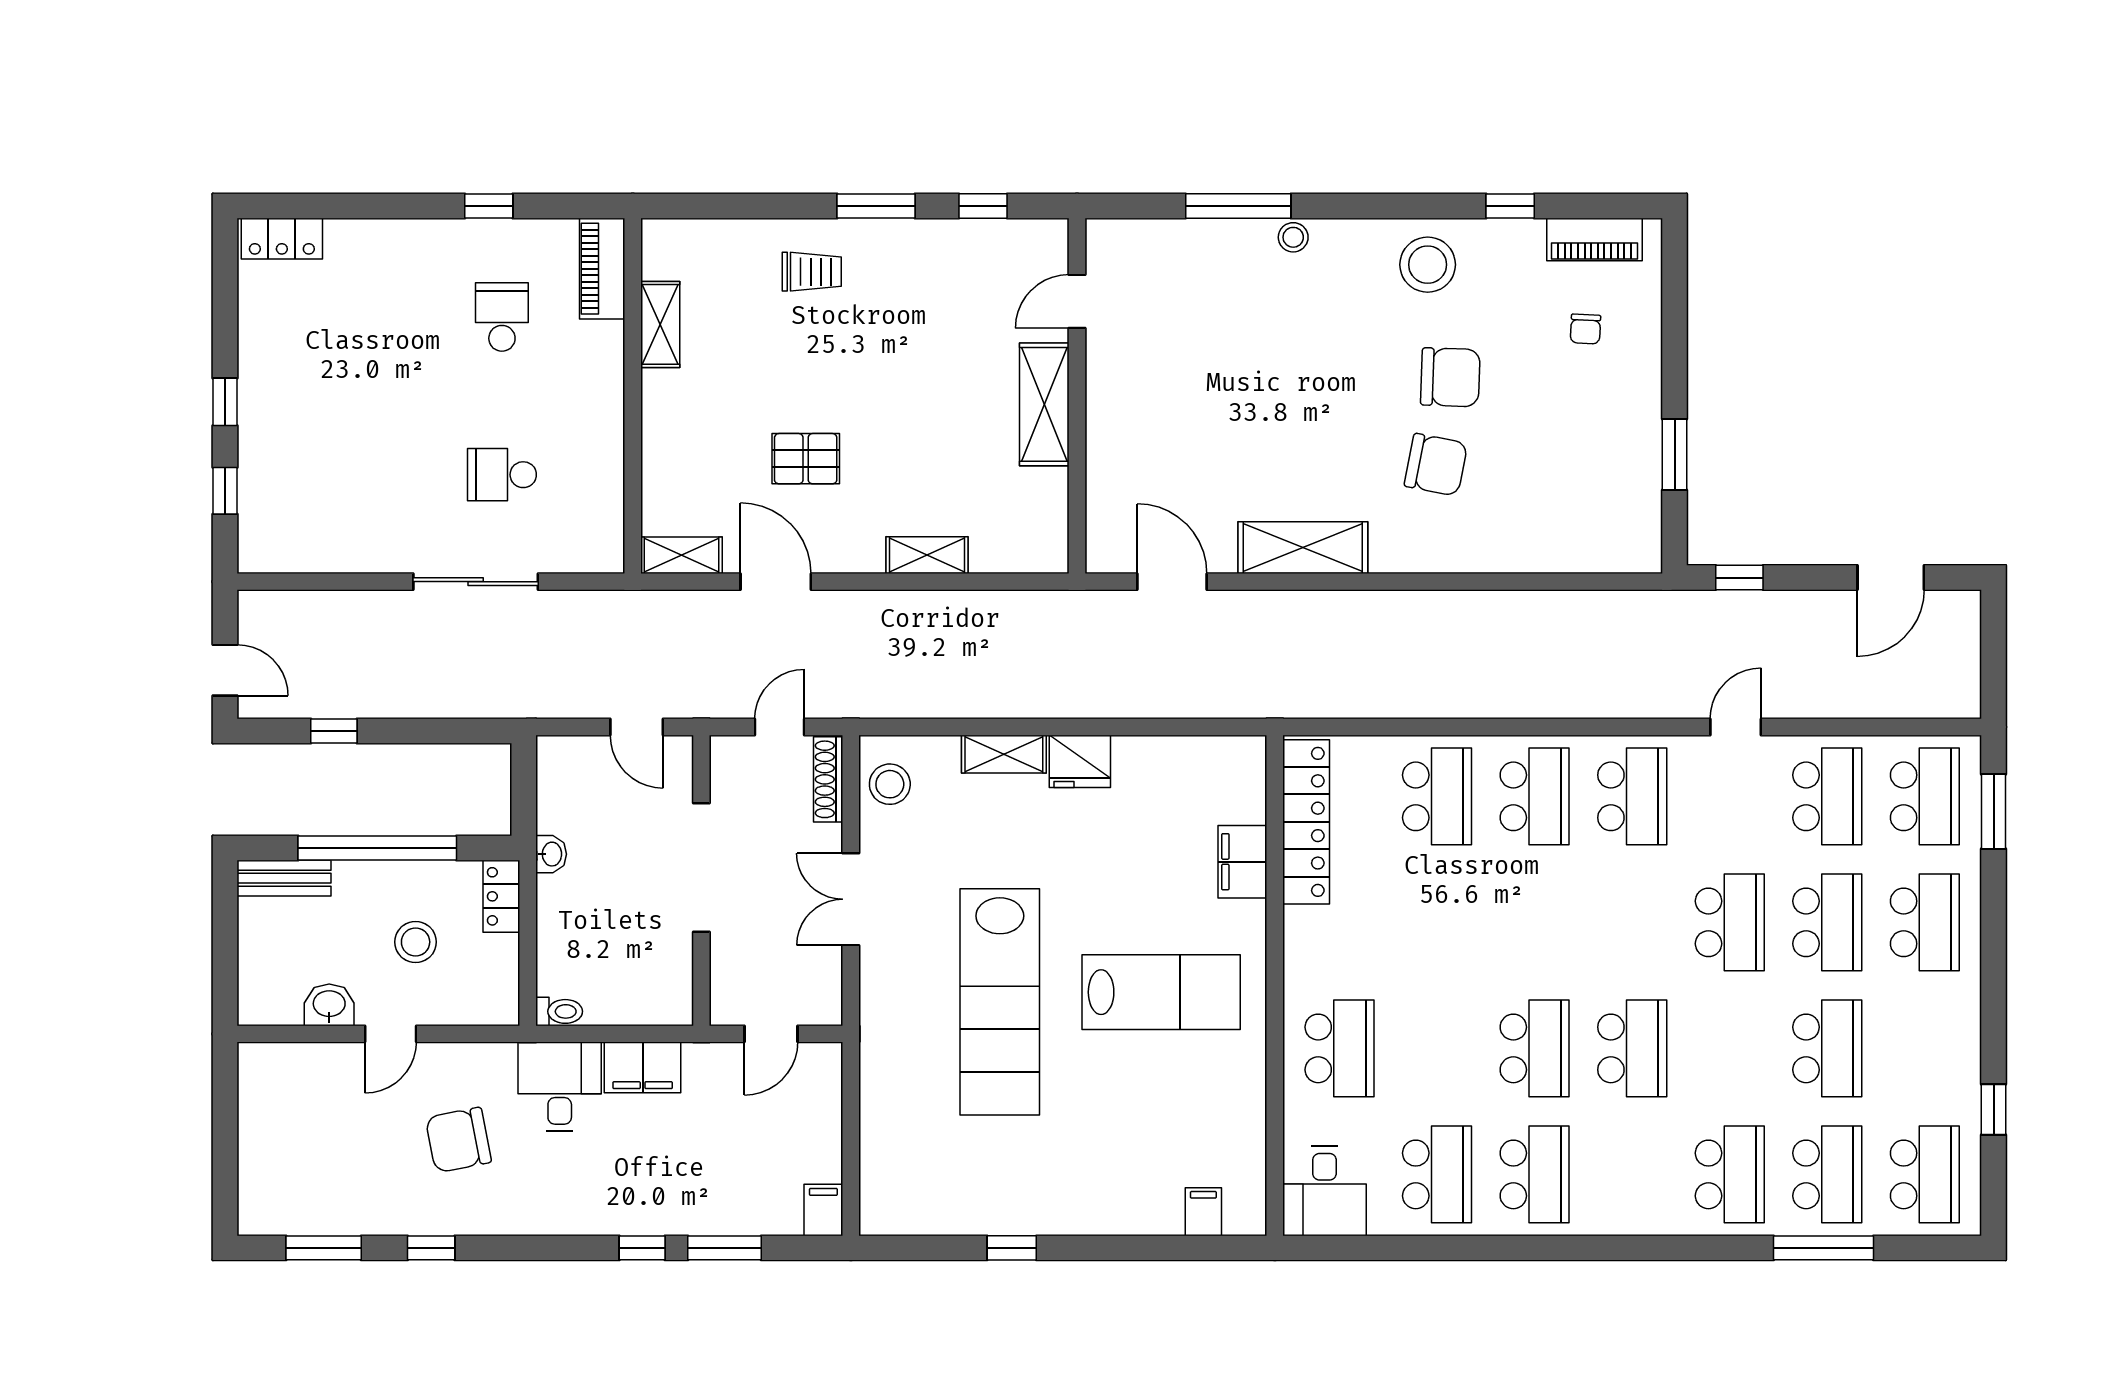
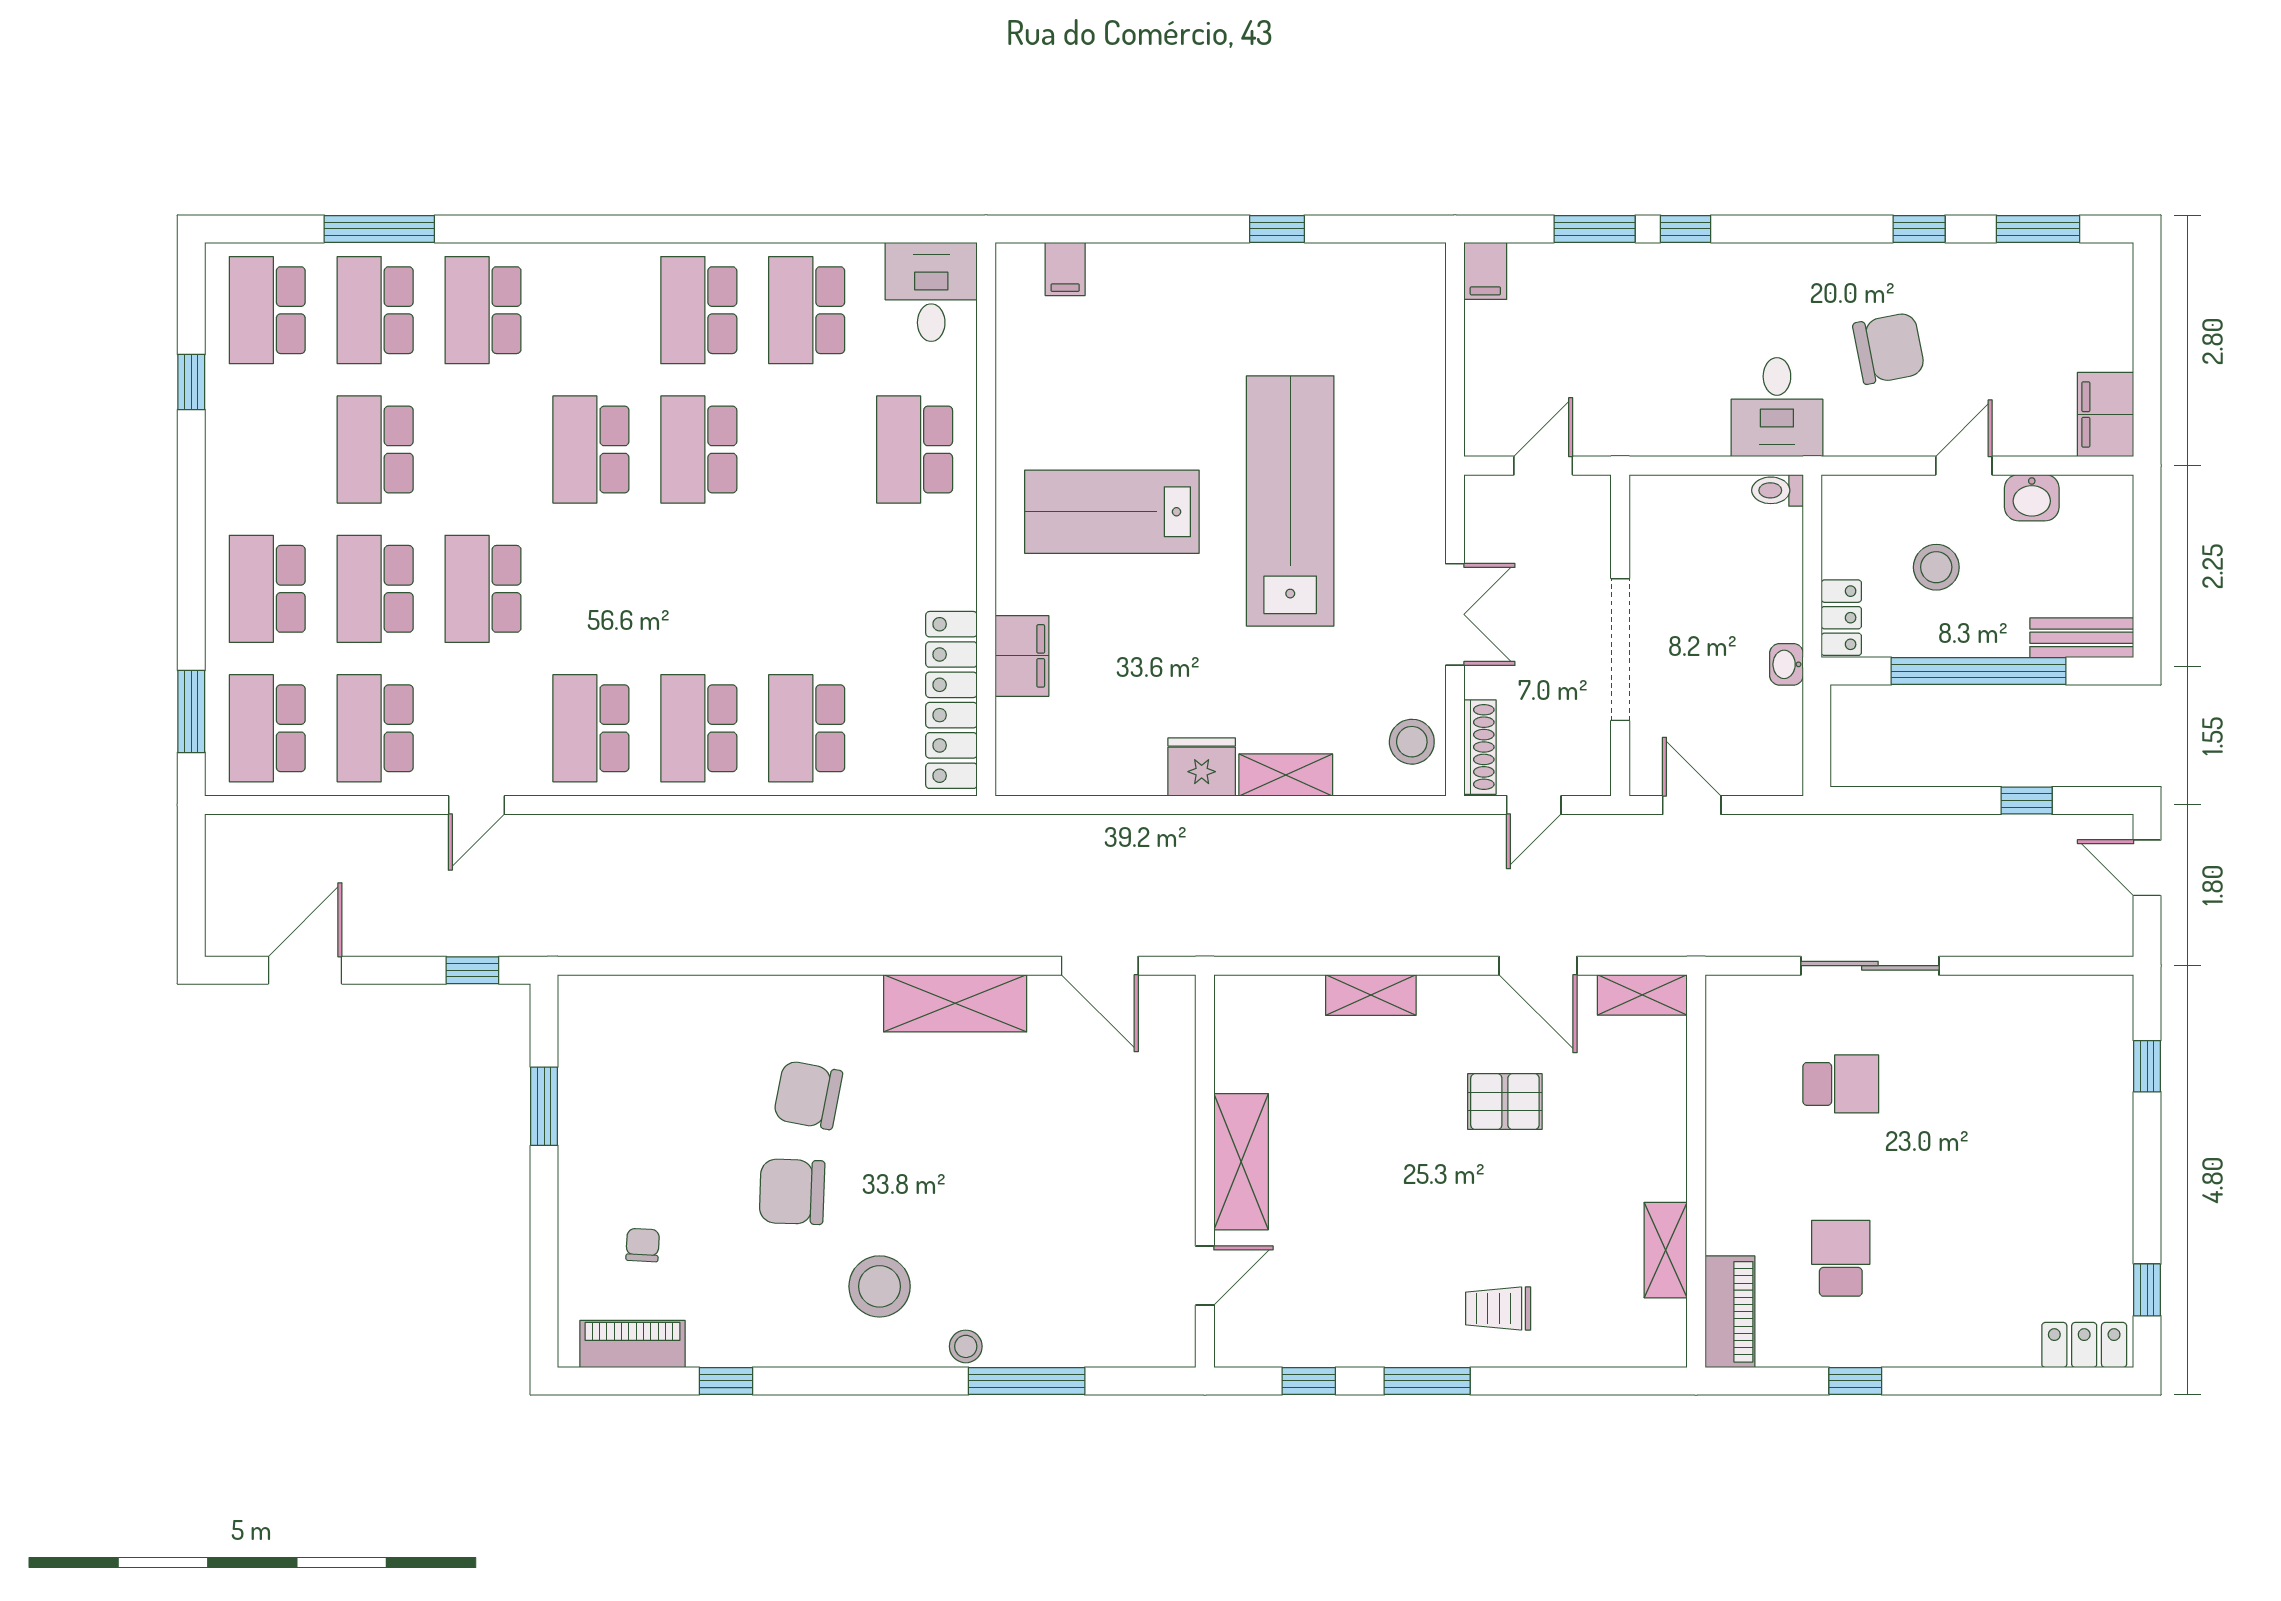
stool: (1428, 265) -> (880, 1286), moved
school desk: (502, 317) -> (1841, 1258), turned 180
window: (225, 402) -> (2147, 1290), moved
filing cabinet: (643, 1067) -> (2106, 414), moved, turned -90

